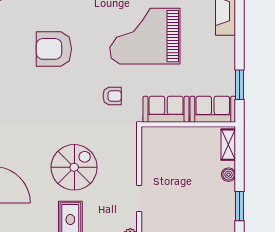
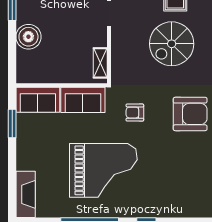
armchair: (54, 49) -> (190, 114), moved
shelving: (228, 145) -> (100, 63), moved
boiler: (229, 175) -> (28, 37), width x1.86, depth x1.86

